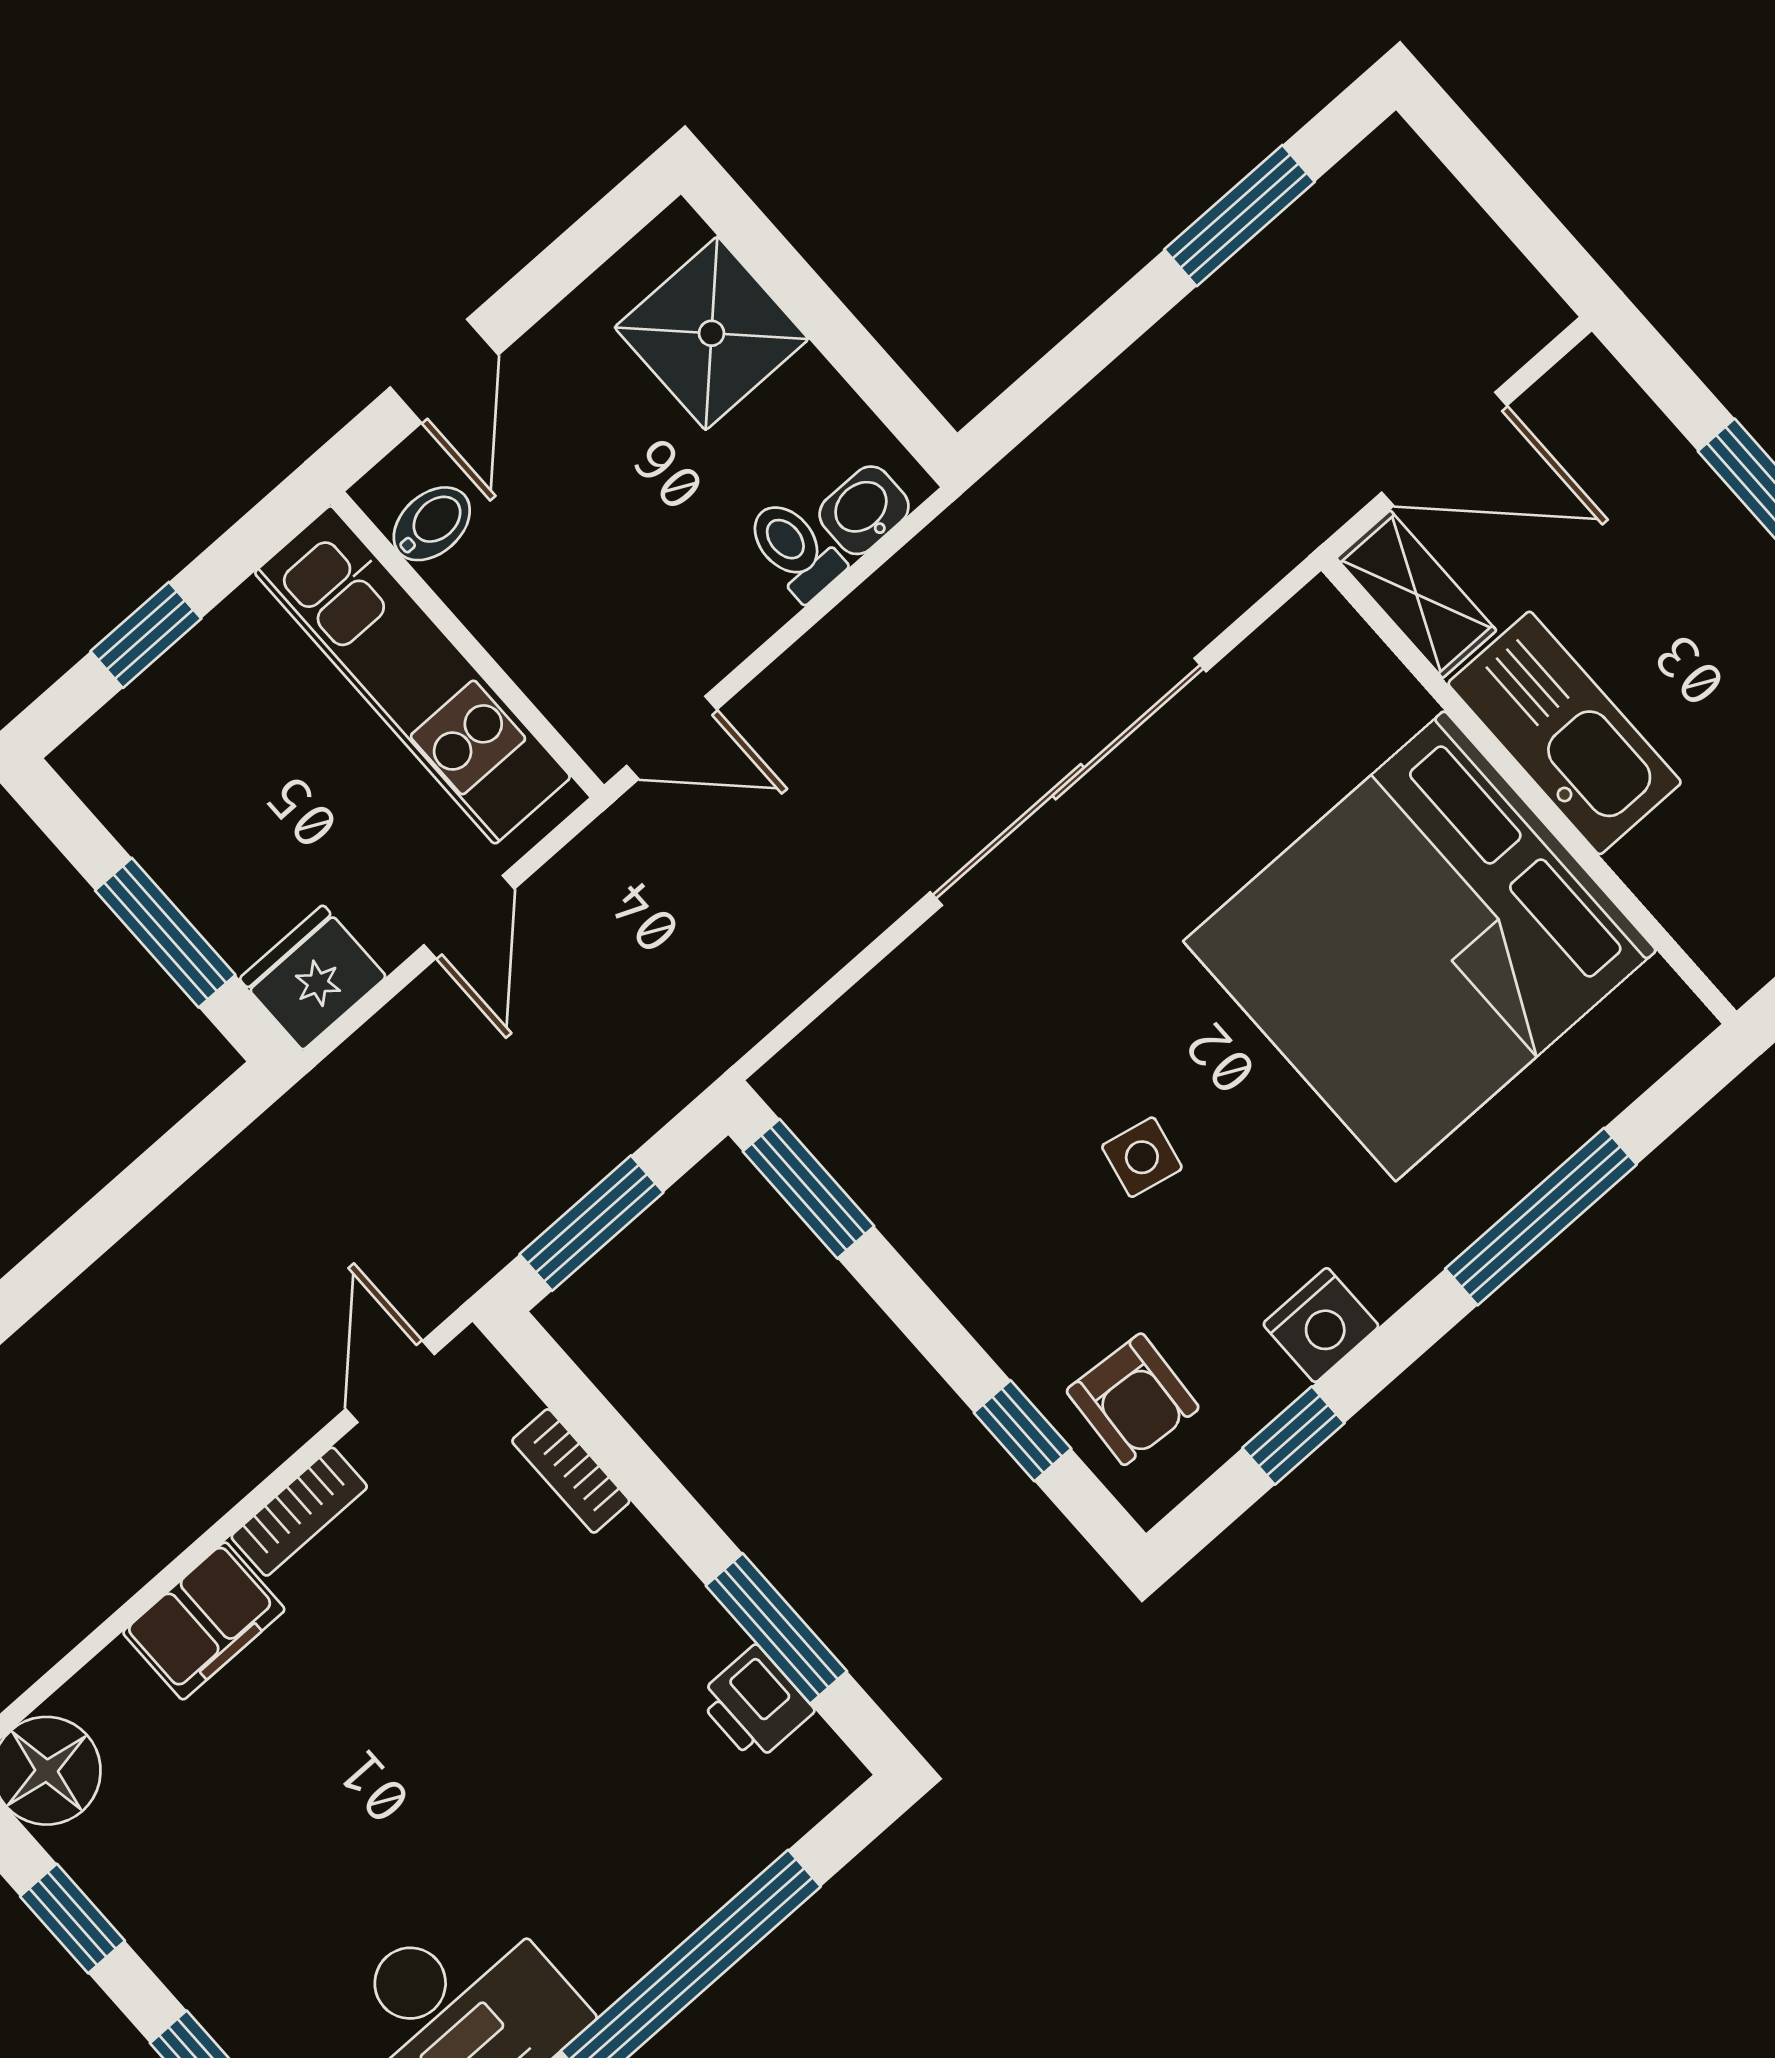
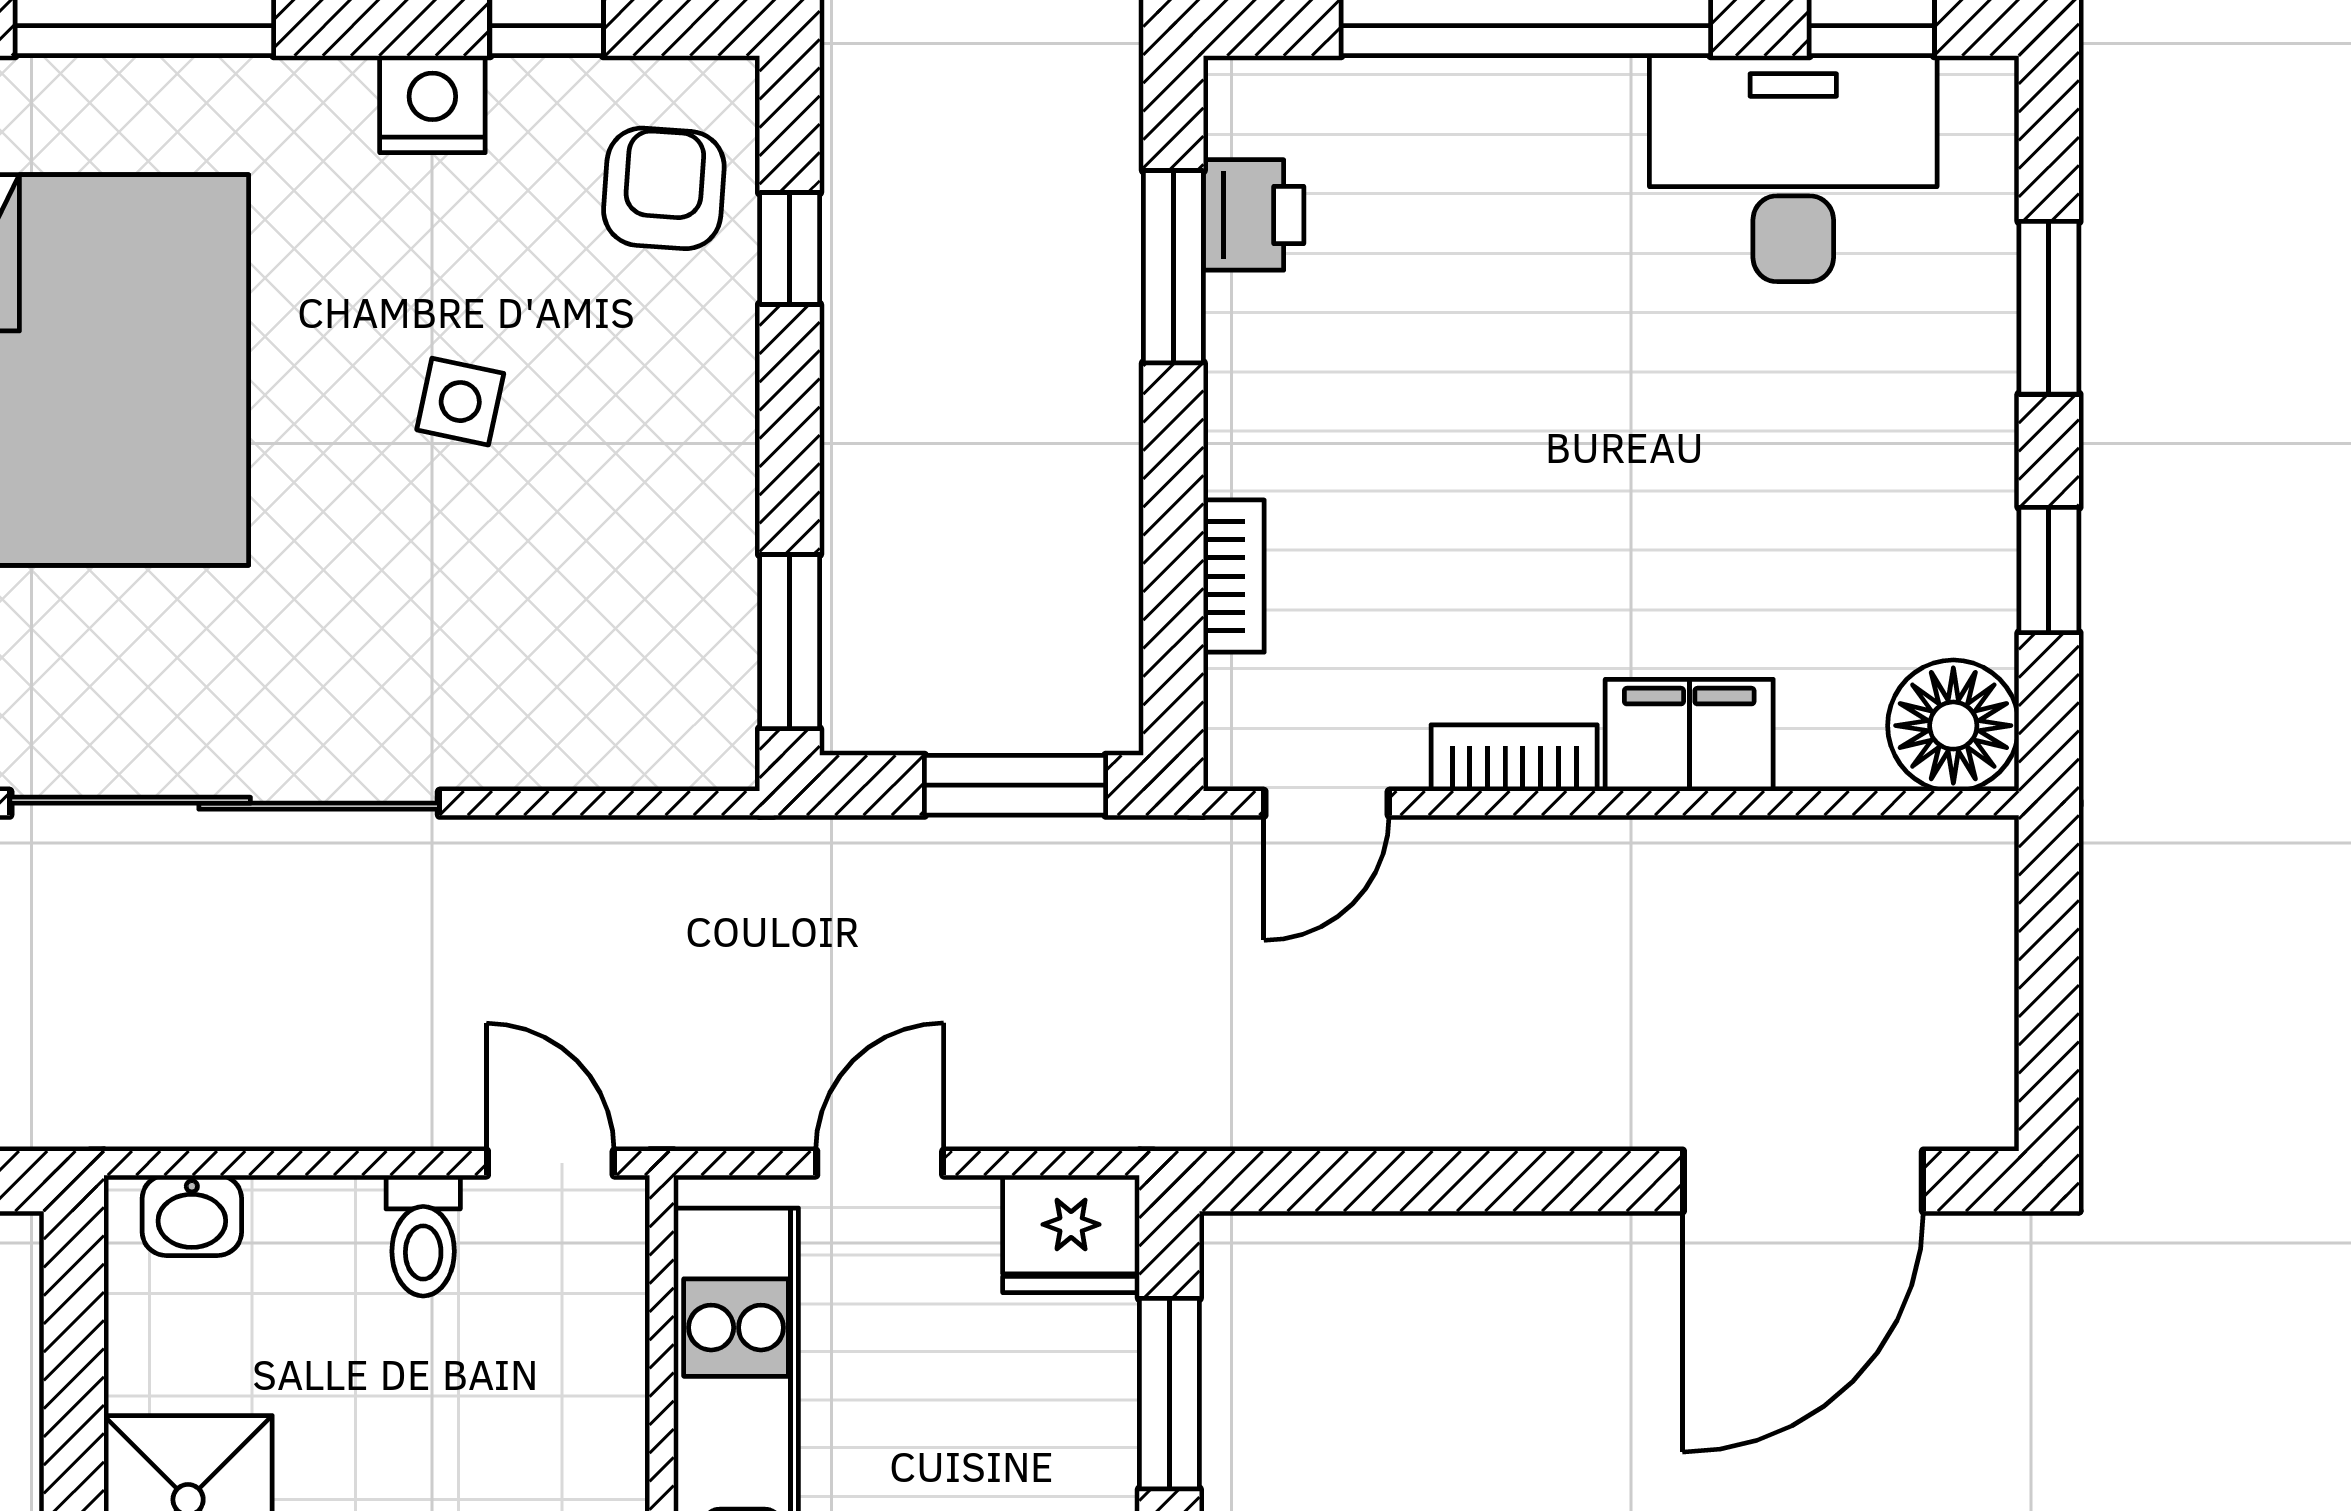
toilet: (795, 549) -> (423, 1236), moved

